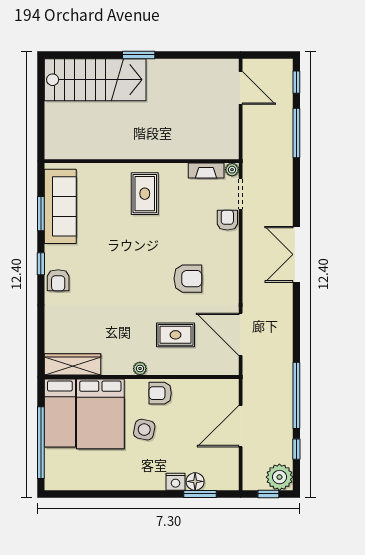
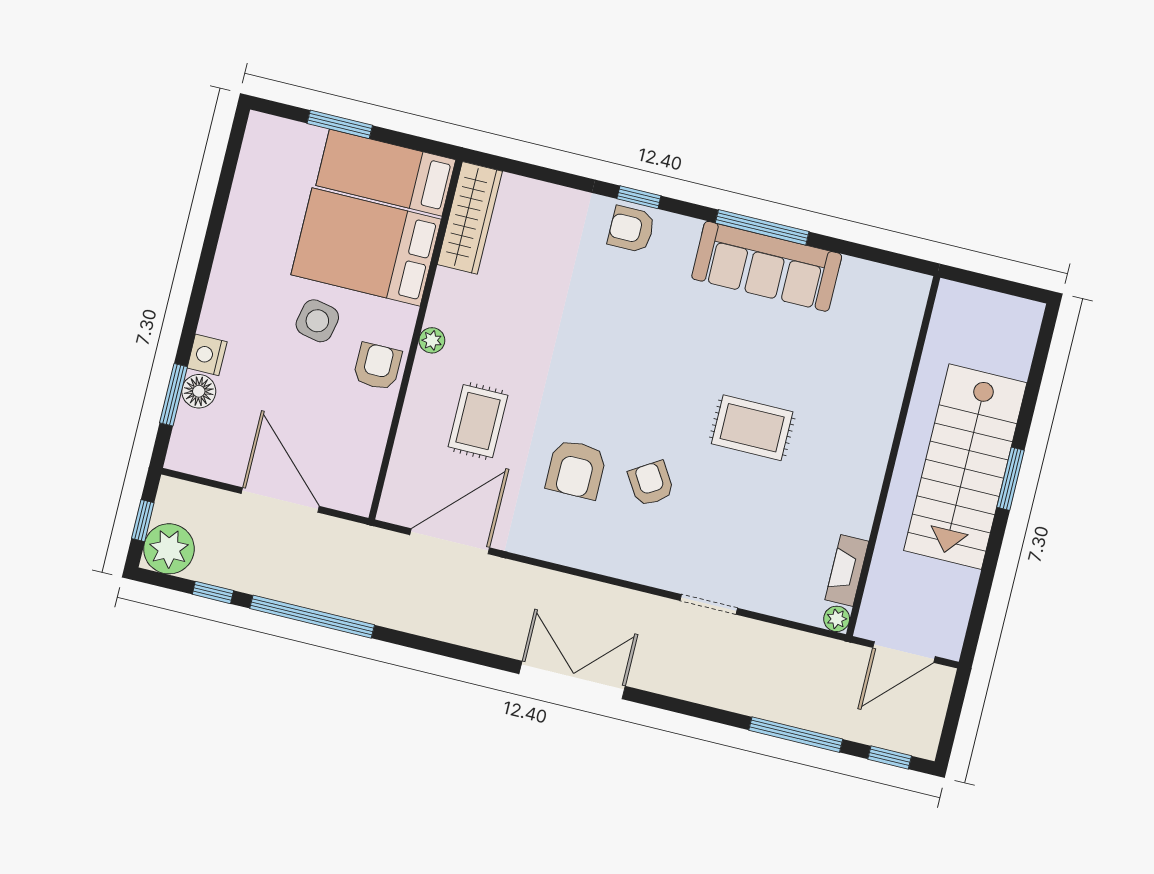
stairs: (95, 80) -> (965, 467), moved
wall: (142, 161) -> (893, 456), moved
plant: (232, 170) -> (837, 619), moved
fireplace: (206, 171) -> (847, 571), moved
window: (41, 214) -> (762, 227), width x1.44
armchair: (227, 220) -> (651, 483), moved, turned -122
window: (41, 264) -> (639, 197), moved
window: (41, 443) -> (340, 124), width x0.47

